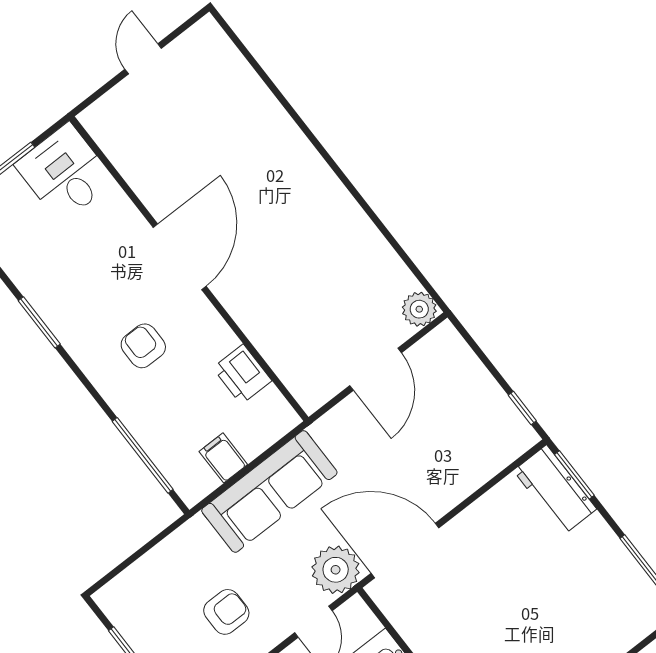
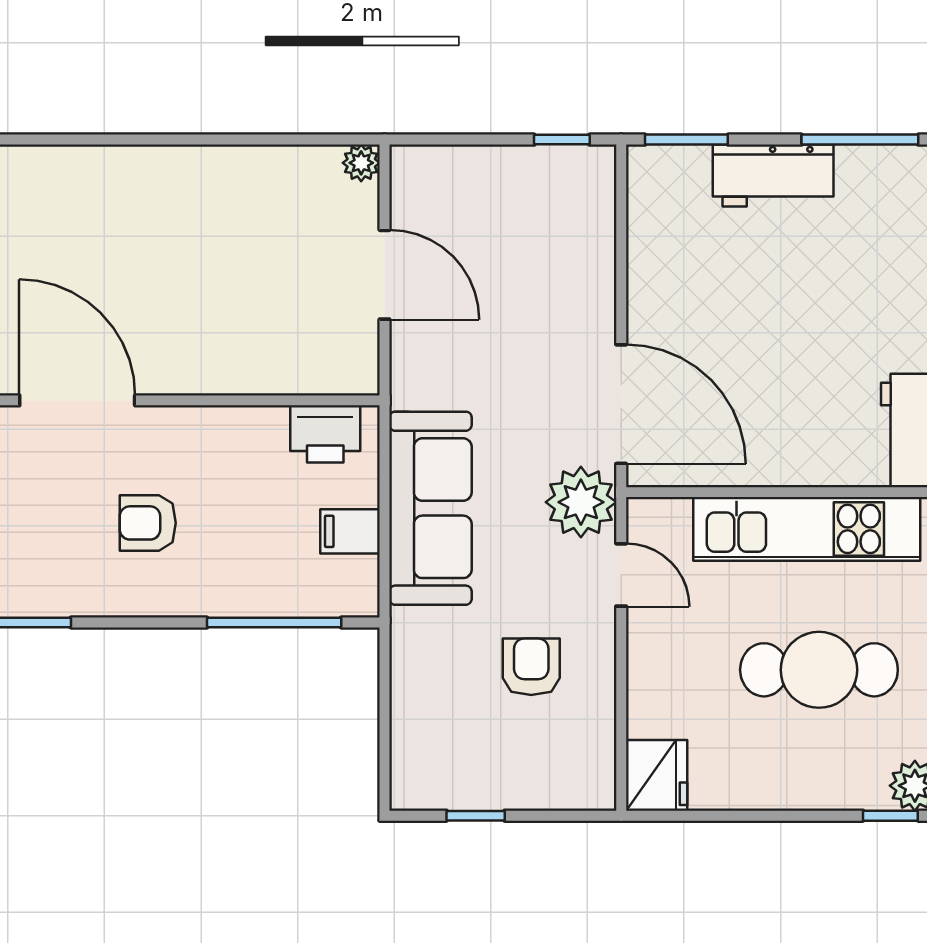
plant: (419, 309) -> (361, 163), width x0.73, depth x0.73
printer: (242, 374) -> (325, 434), moved
workbench: (555, 490) -> (773, 176), moved
door: (405, 550) -> (621, 404), swing flipped

